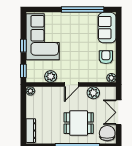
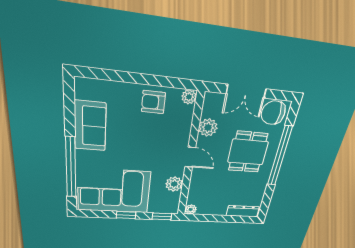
window: (83, 10) -> (71, 168), moved
sofa: (107, 28) -> (90, 126), moved, turned -90

